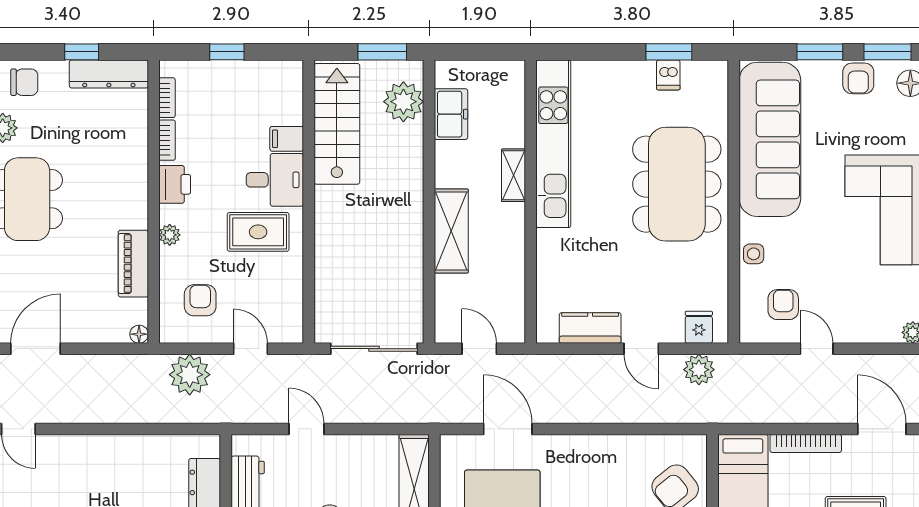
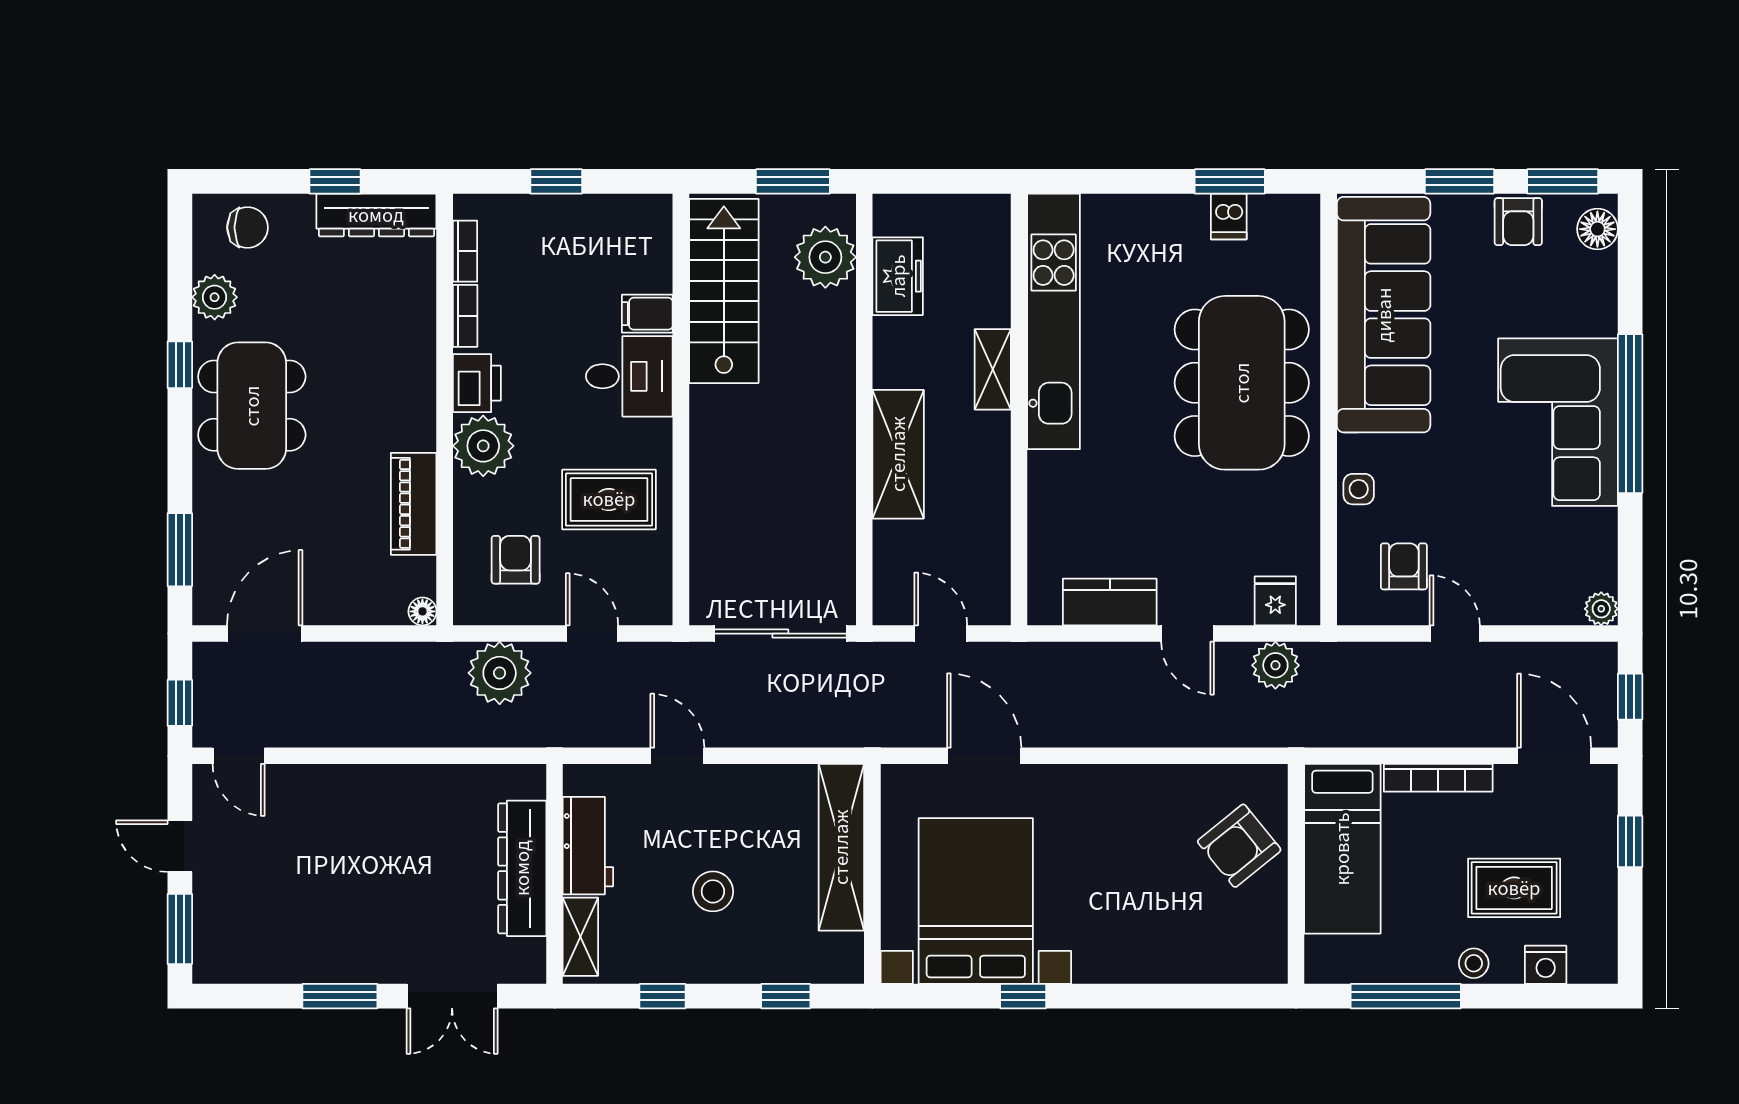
rug: (258, 232) -> (609, 499), moved
plant: (170, 235) -> (483, 446), width x1.88, depth x1.88

